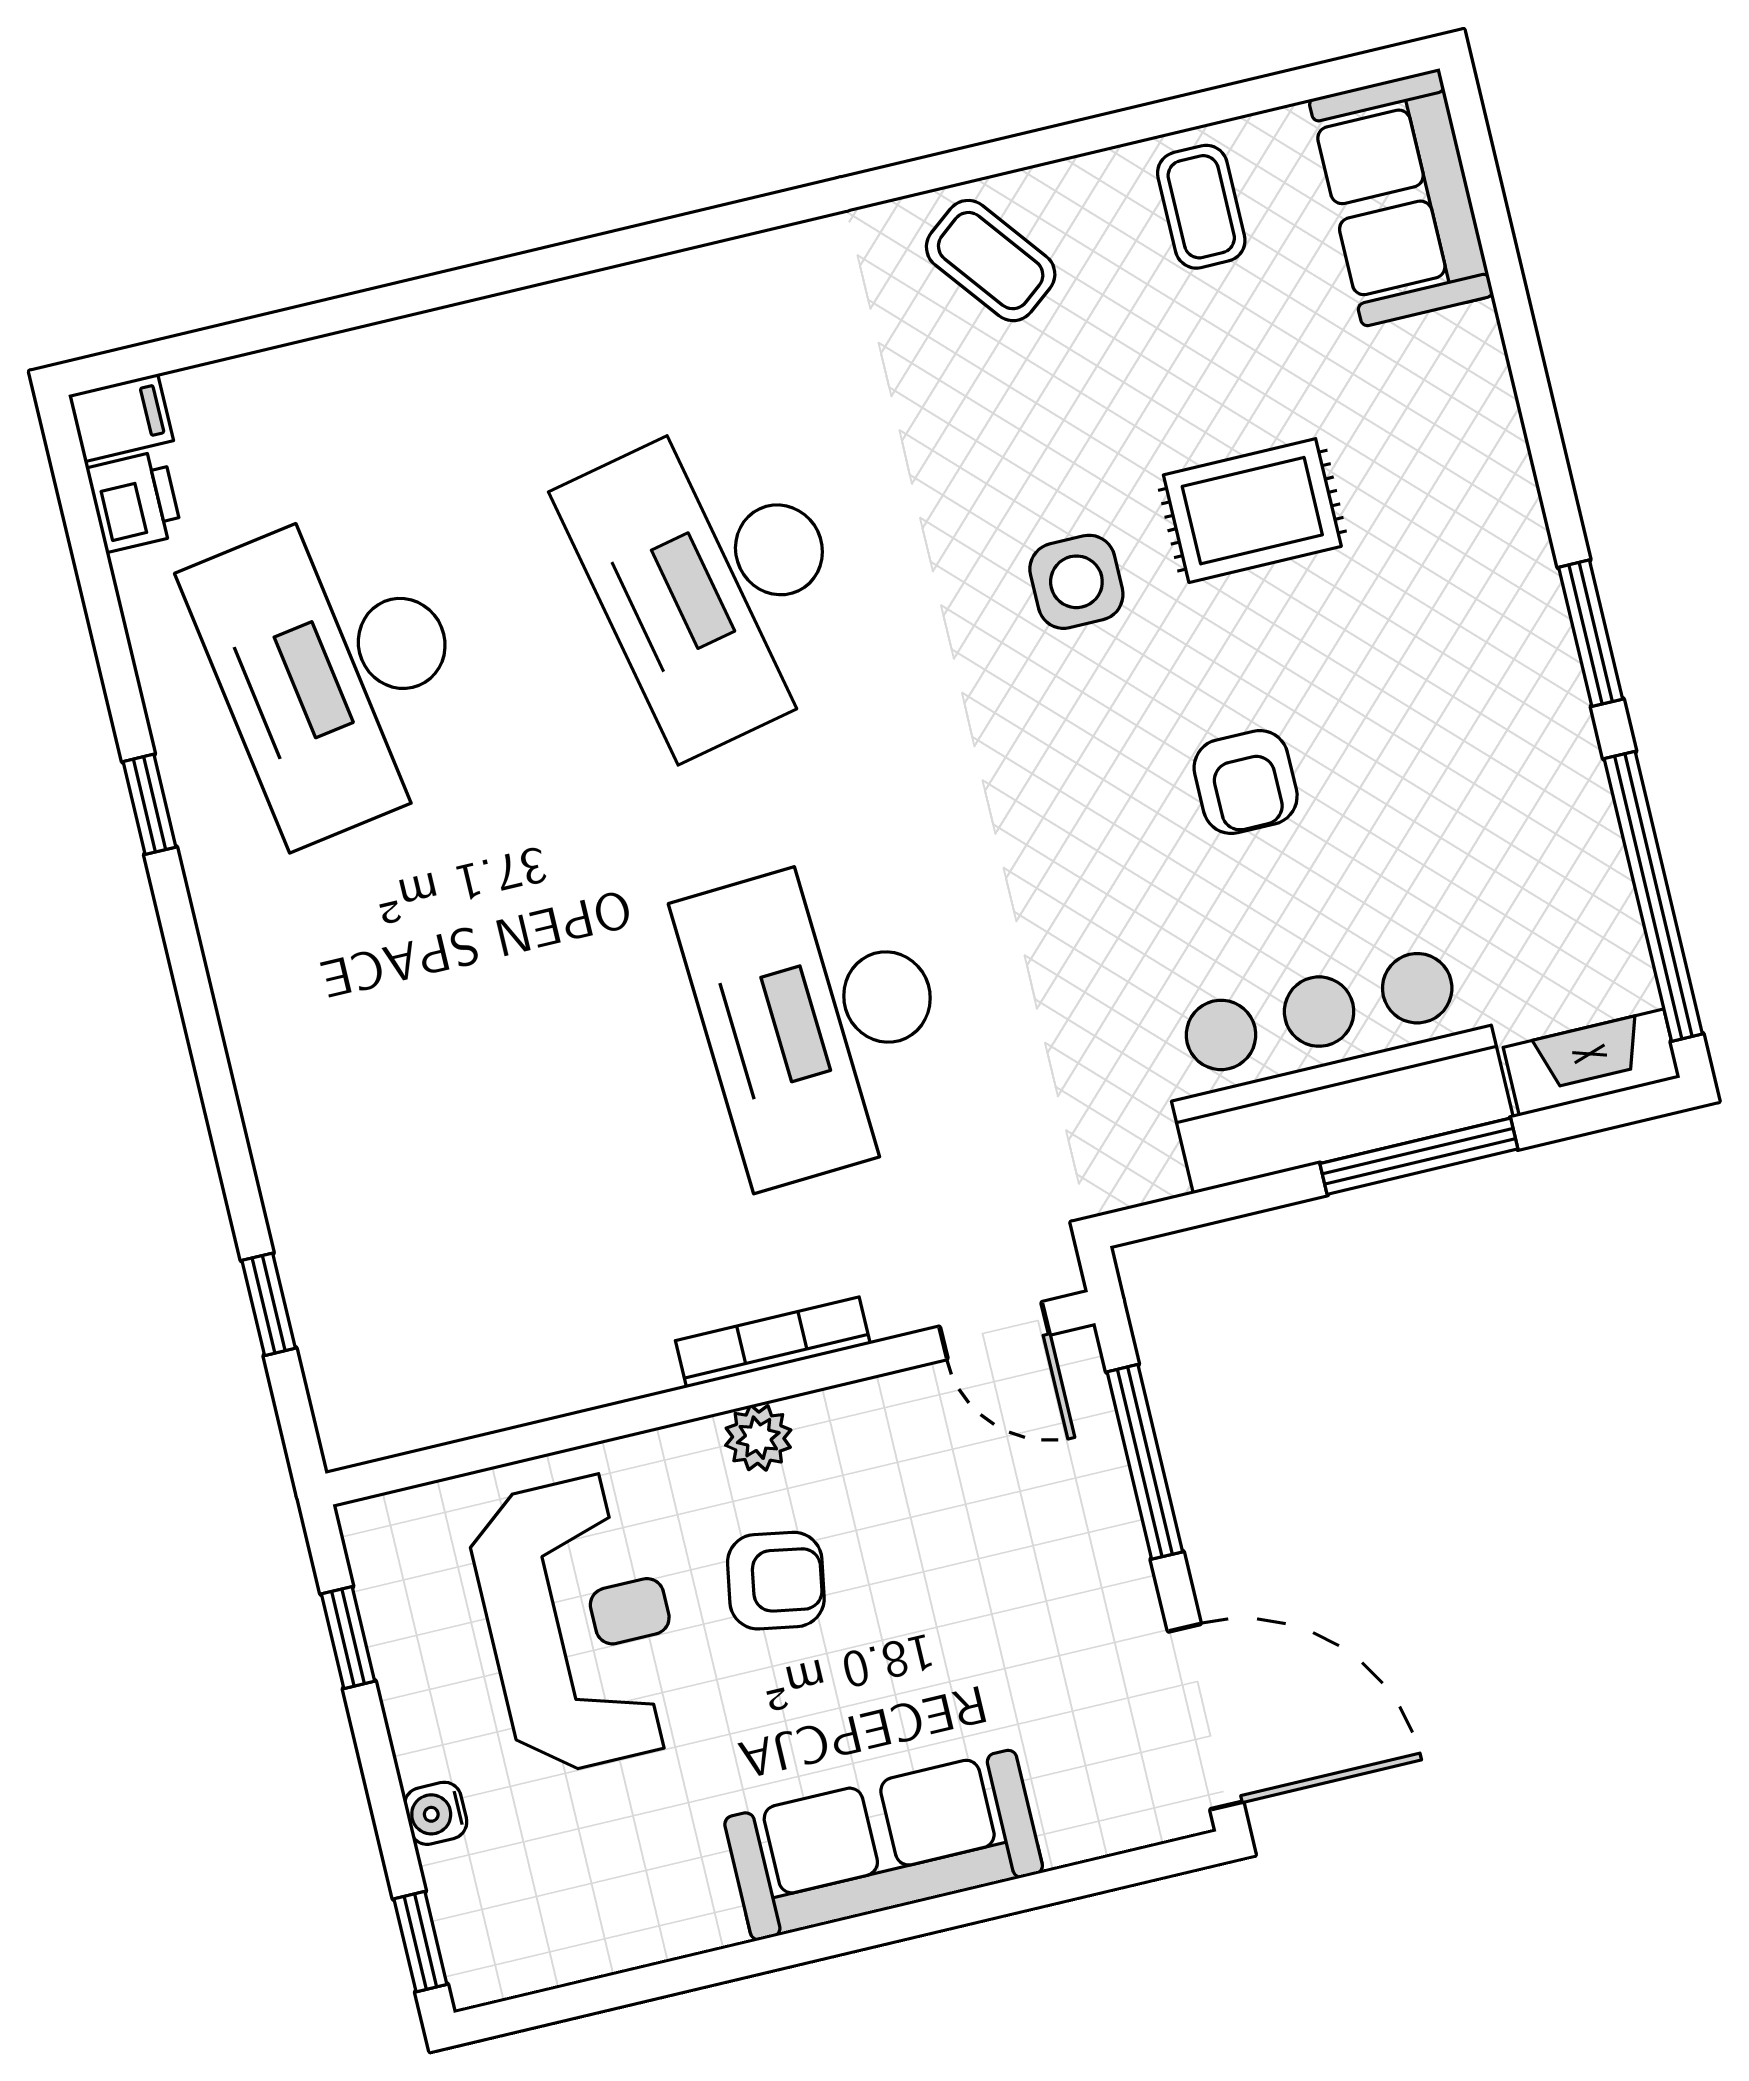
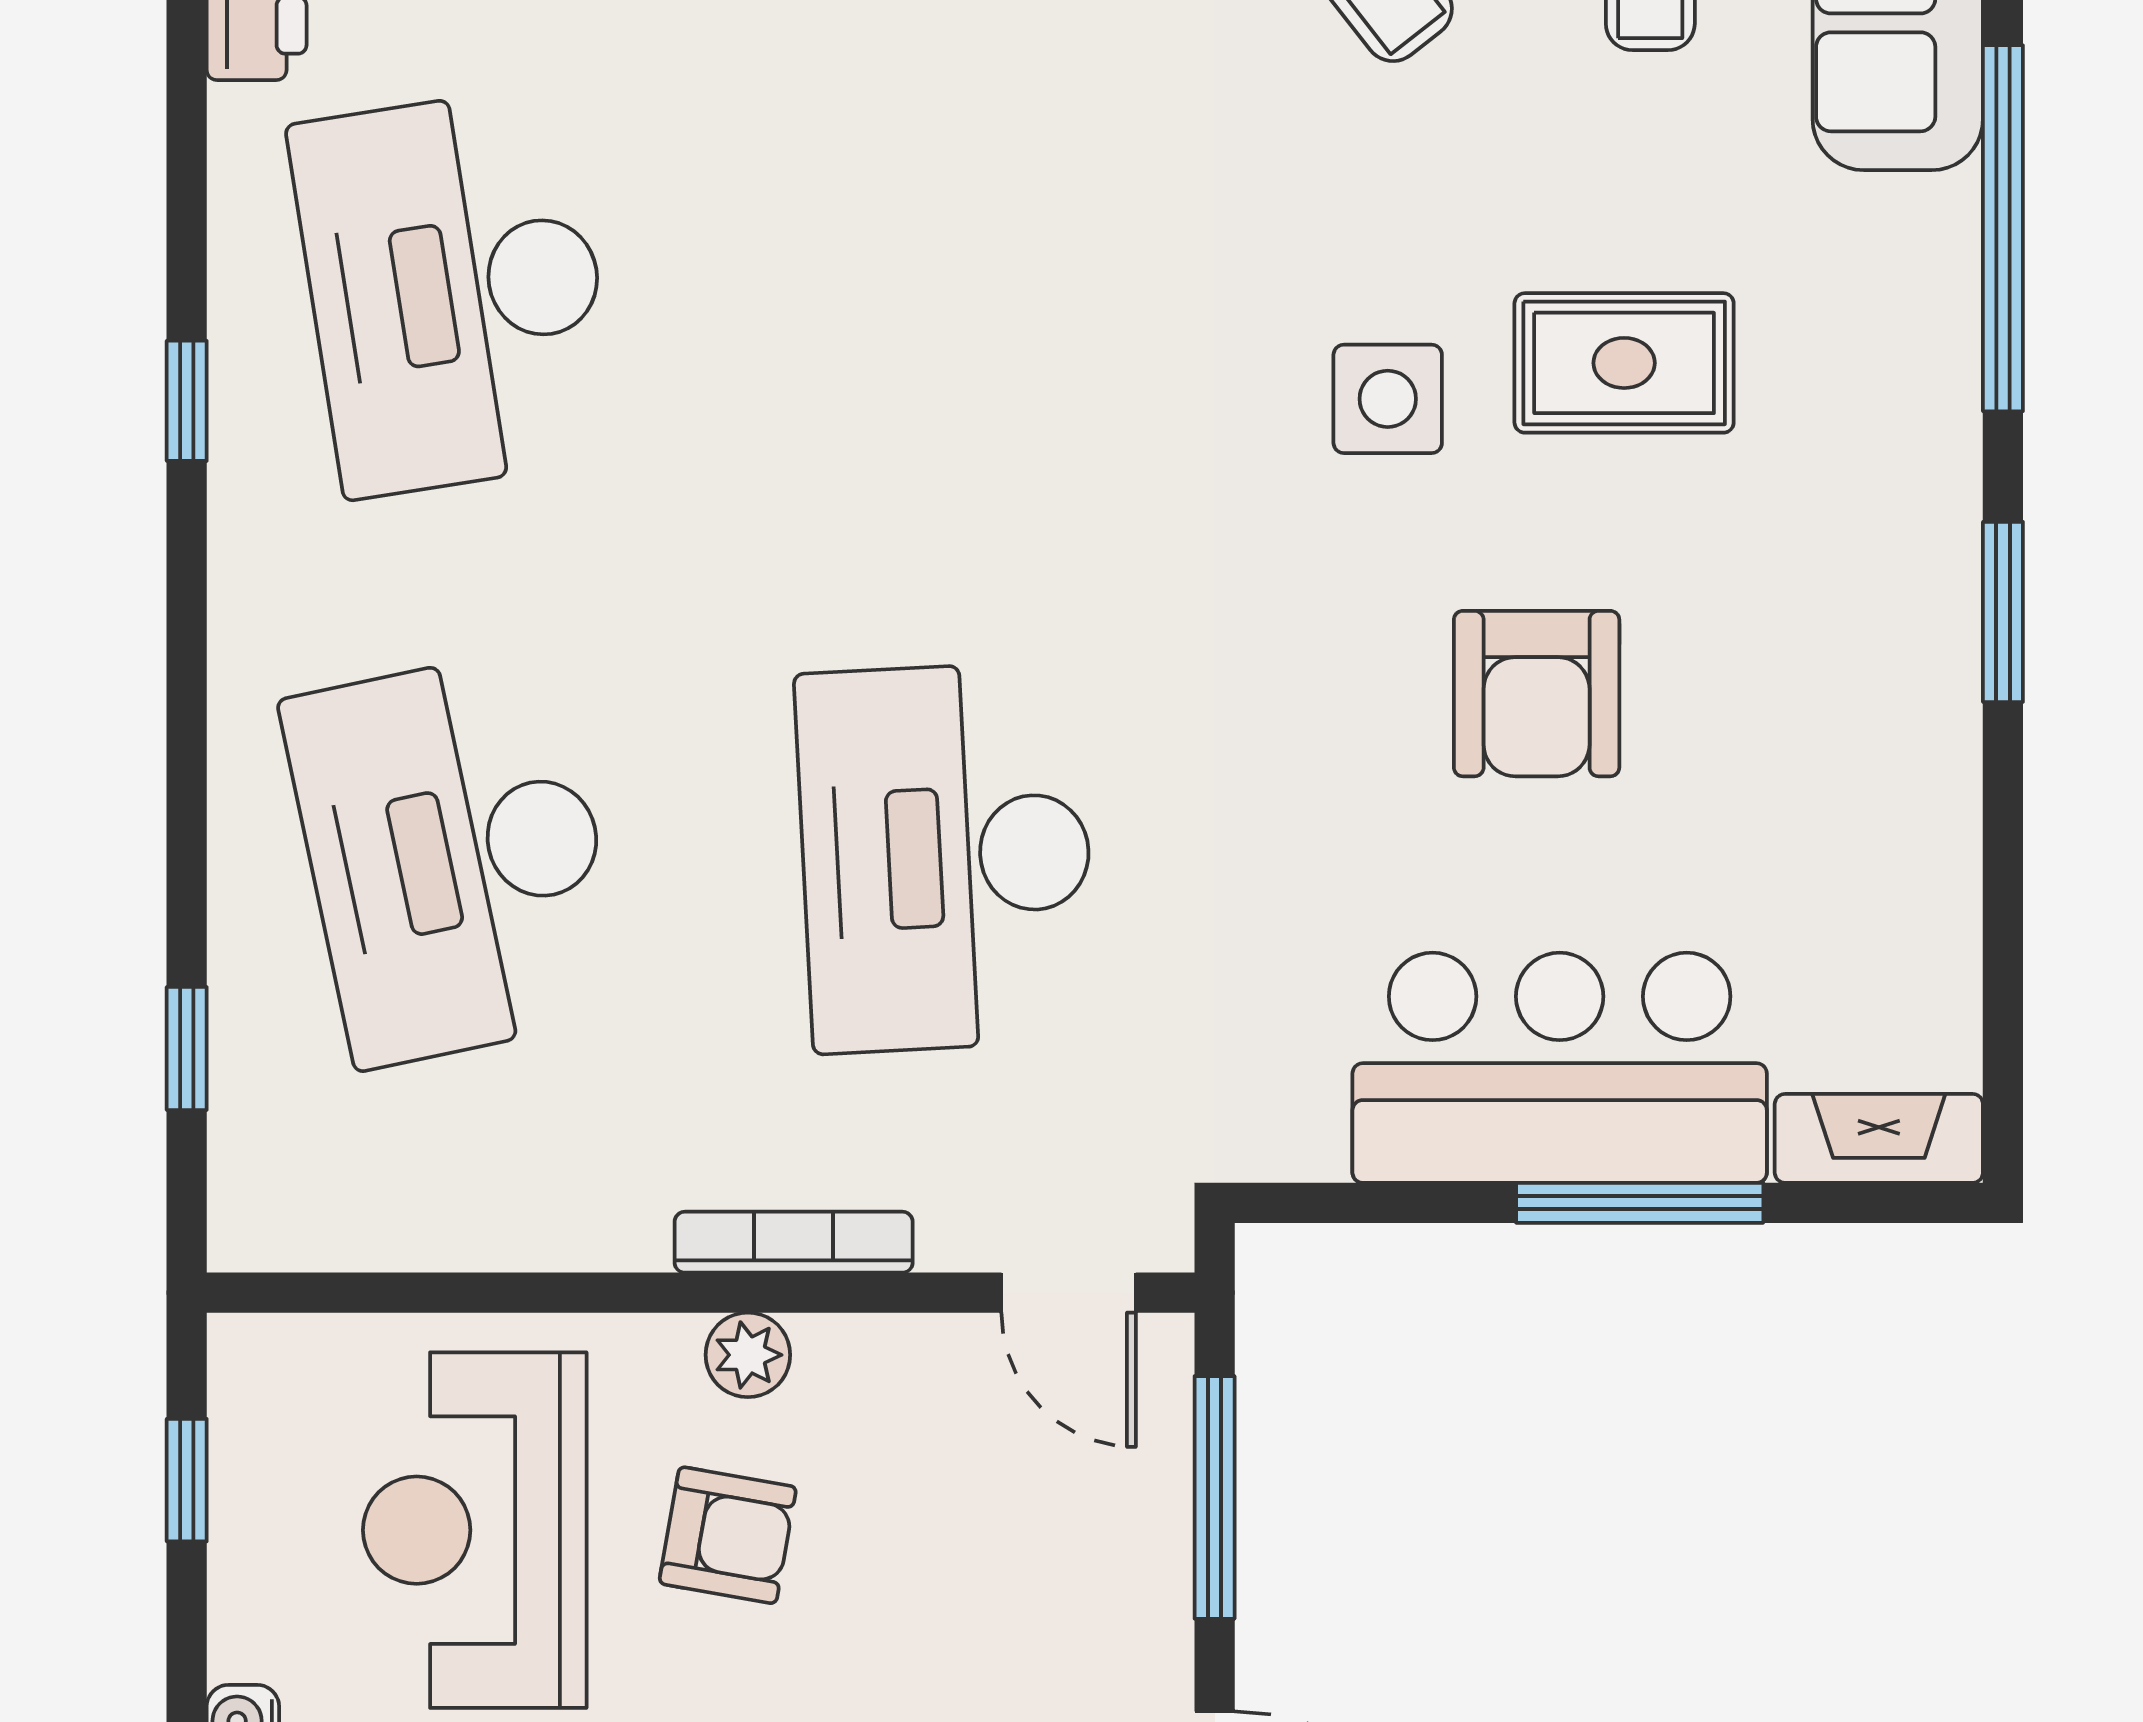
desk: (716, 580) -> (455, 857), moved
armchair: (1246, 782) -> (1537, 694), width x1.38, depth x1.38
window: (1653, 896) -> (2003, 228), moved
reception desk: (580, 1623) -> (475, 1530), turned 180

